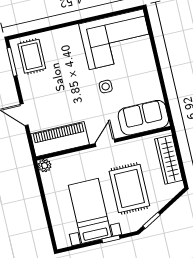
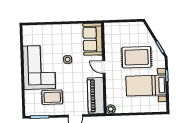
corner sofa: (116, 39) -> (39, 67), moved
rug: (32, 56) -> (52, 97), moved
wardrobe: (169, 160) -> (123, 28), removed

